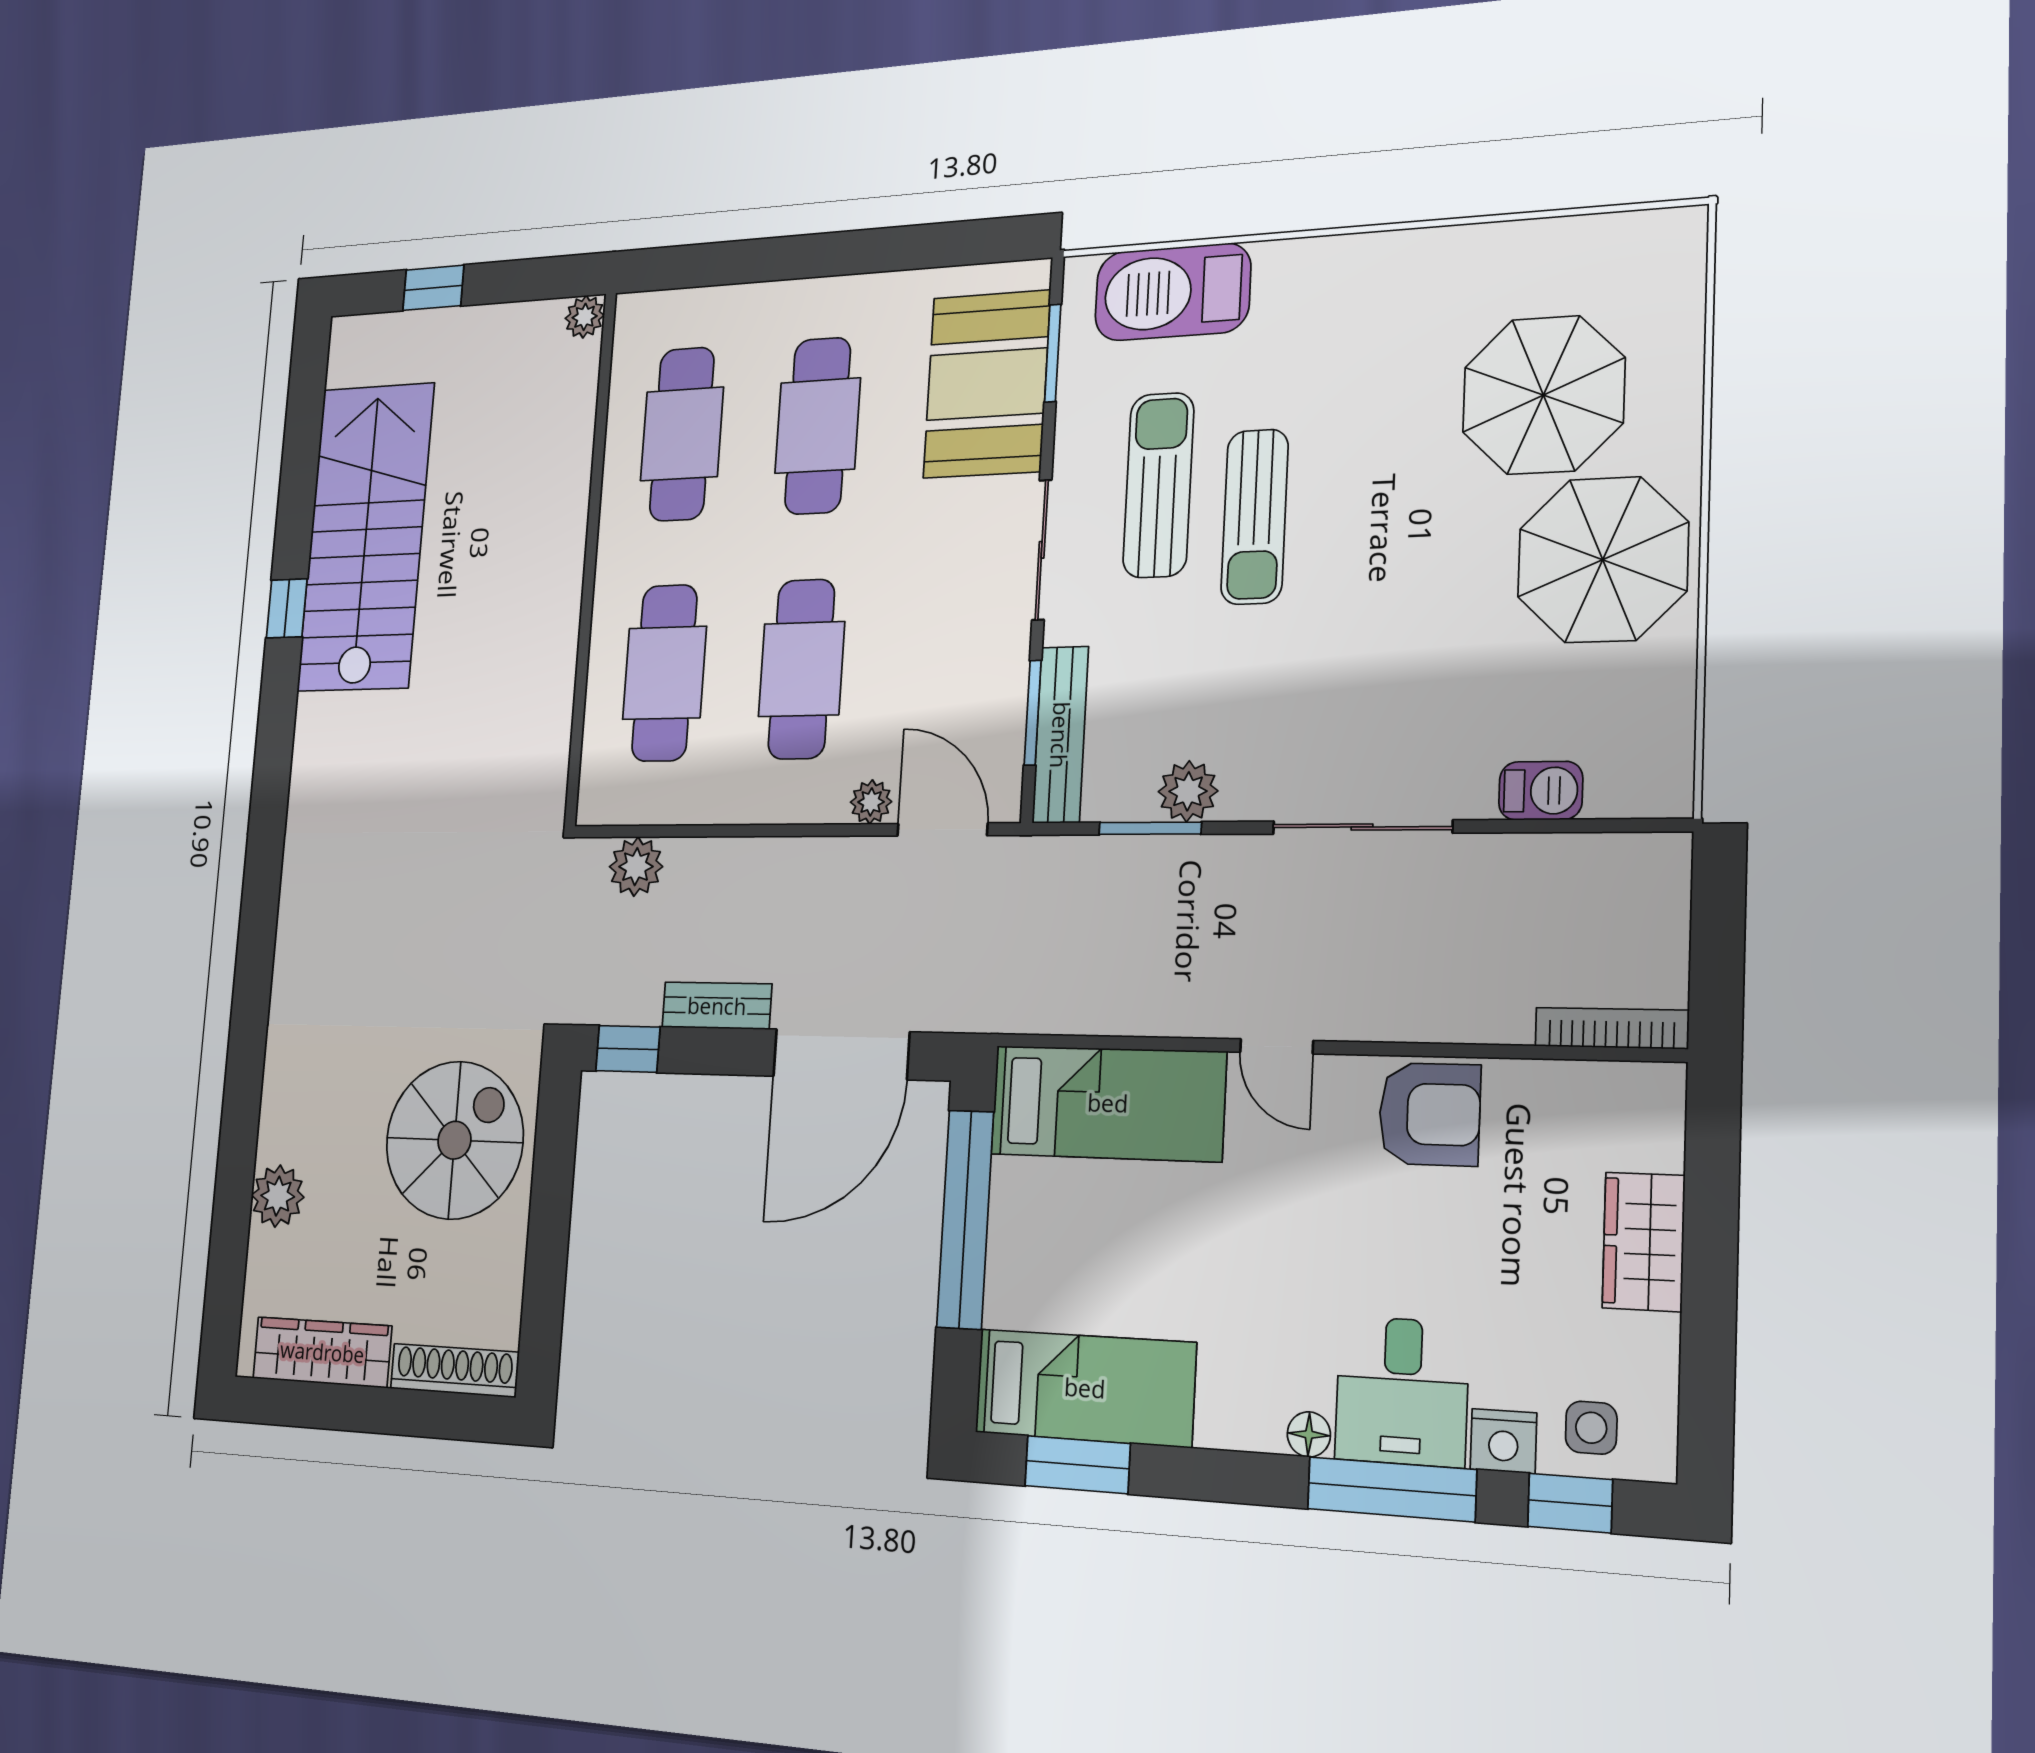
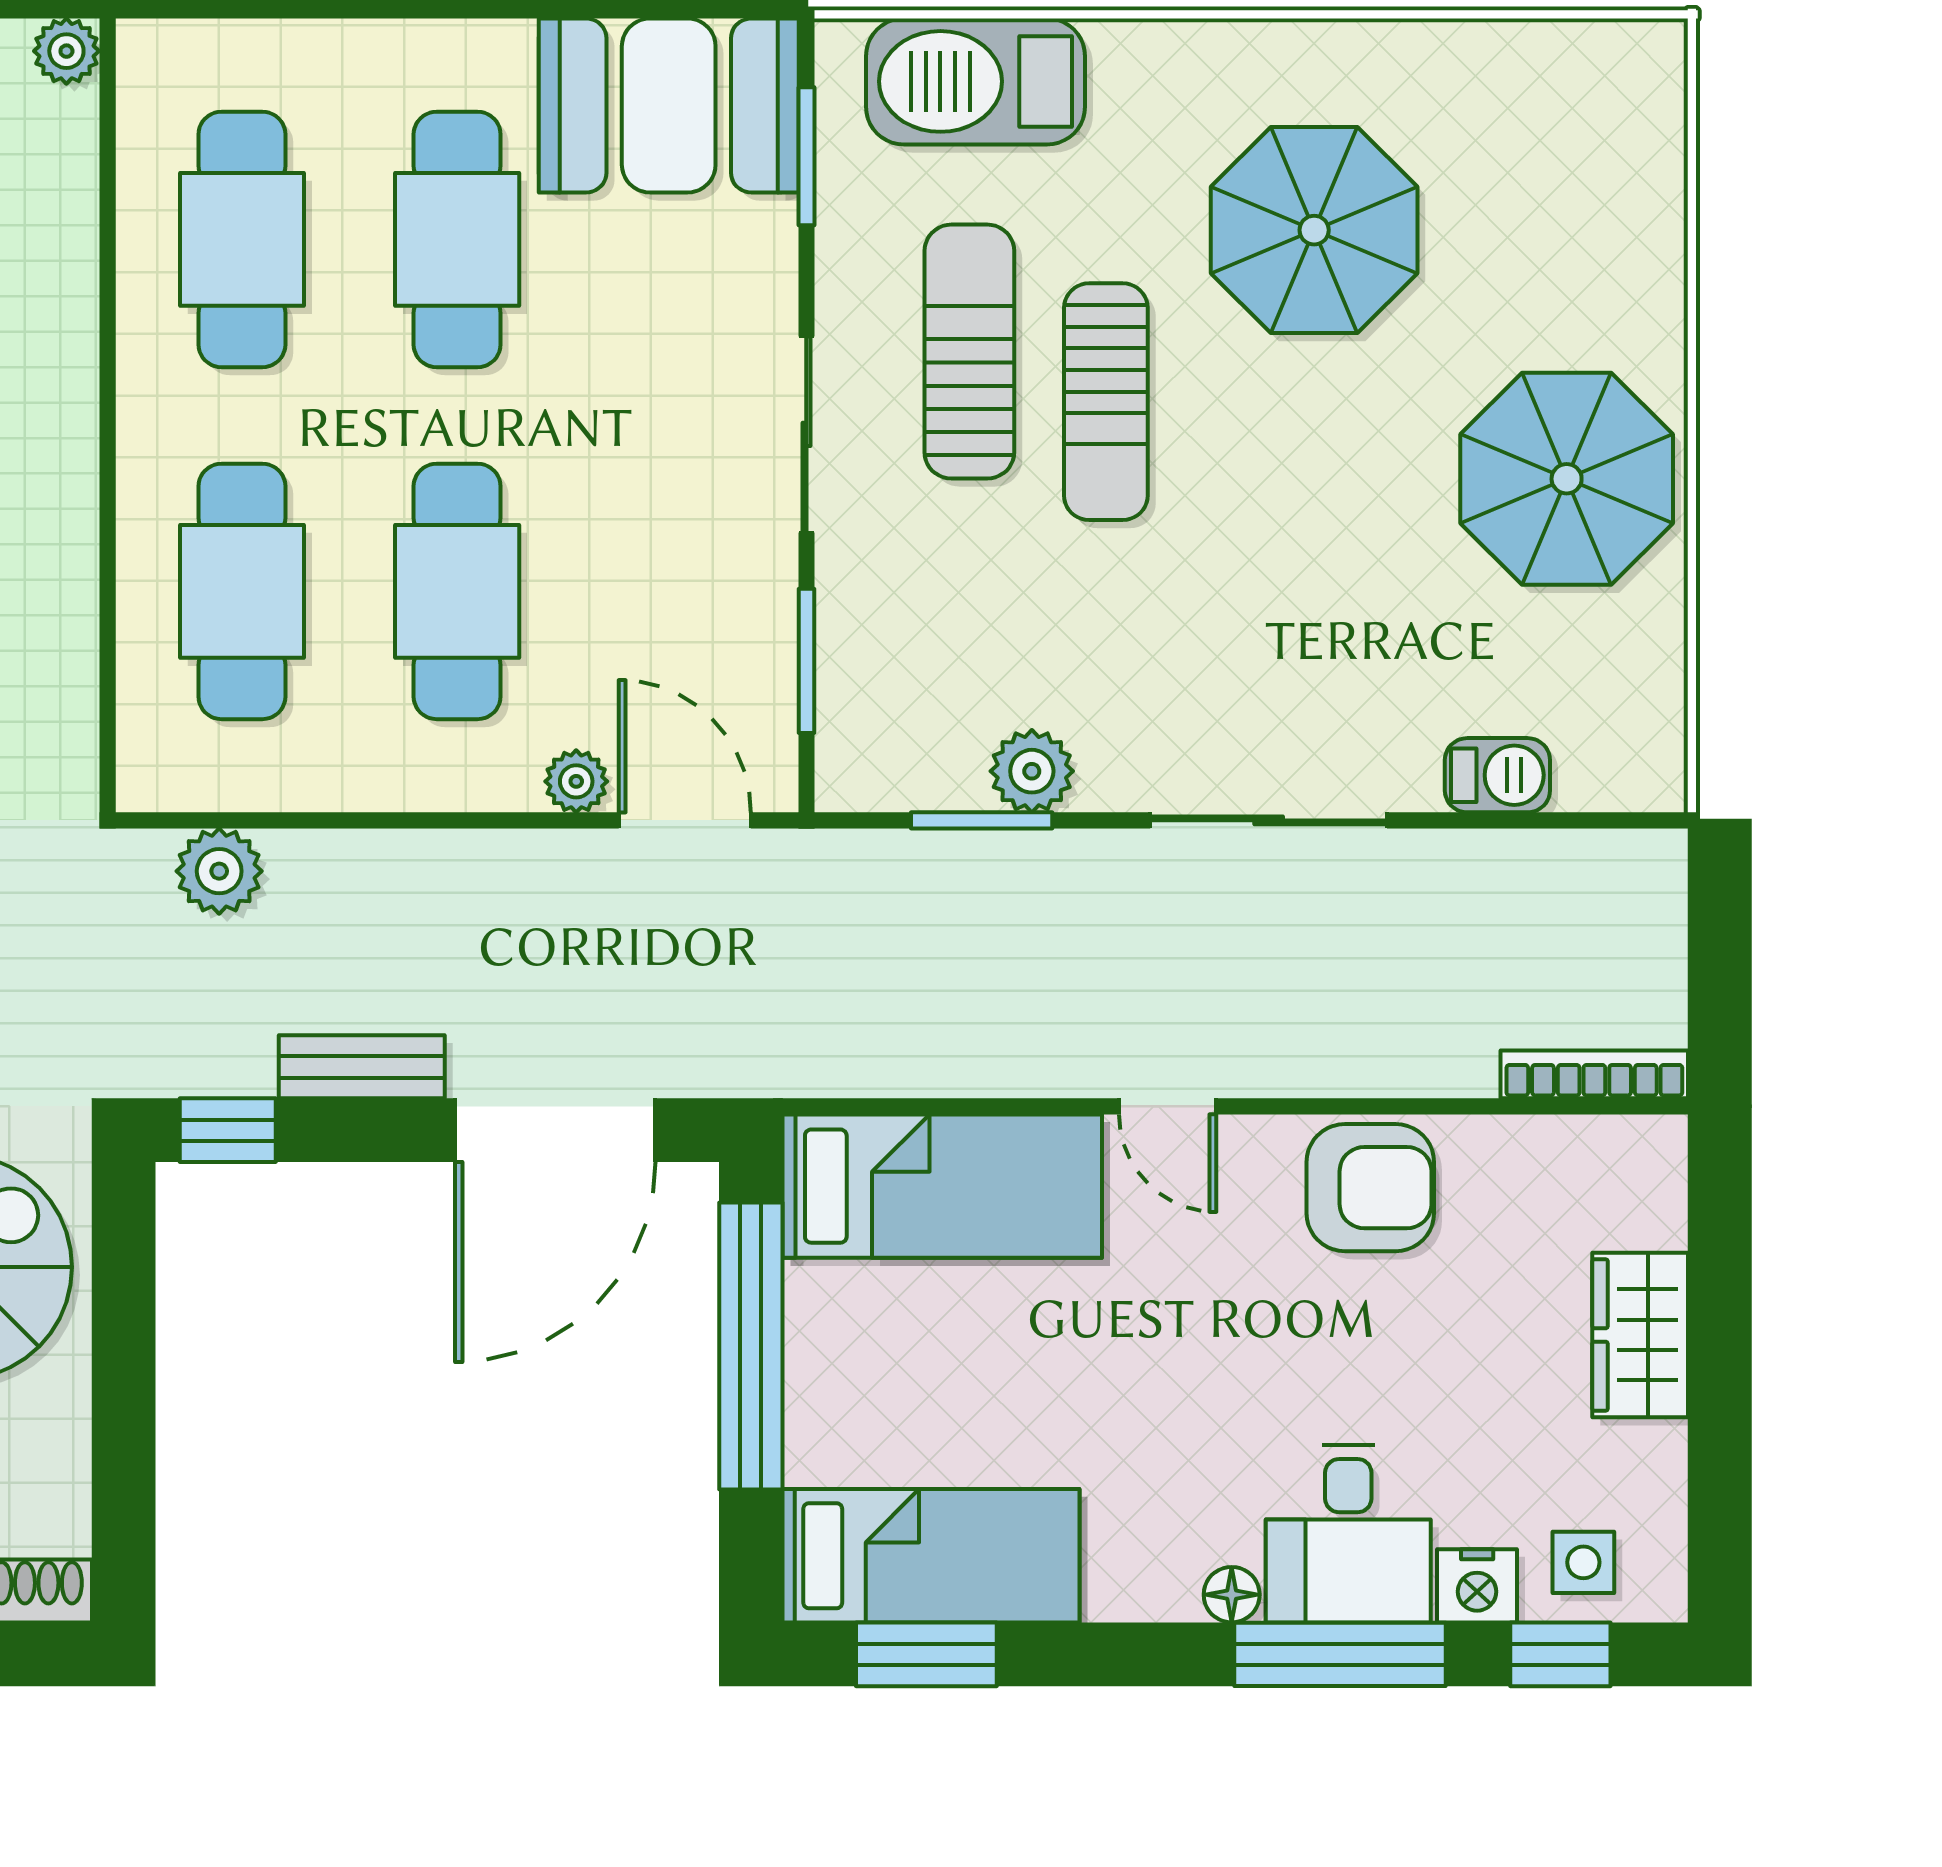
booth: (987, 384) -> (669, 105), moved, turned 90
parasol: (1543, 395) -> (1314, 230), moved
bench: (1060, 735) -> (848, 692), removed

